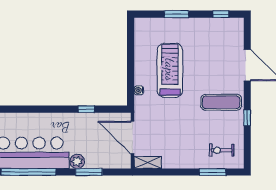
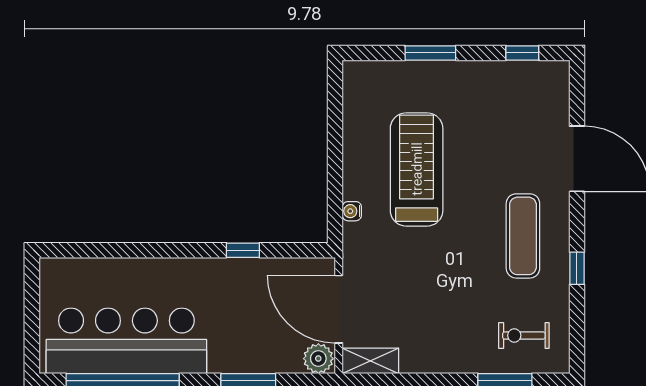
exercise mat: (221, 102) -> (523, 236), turned 90
plant: (77, 161) -> (318, 359), moved

